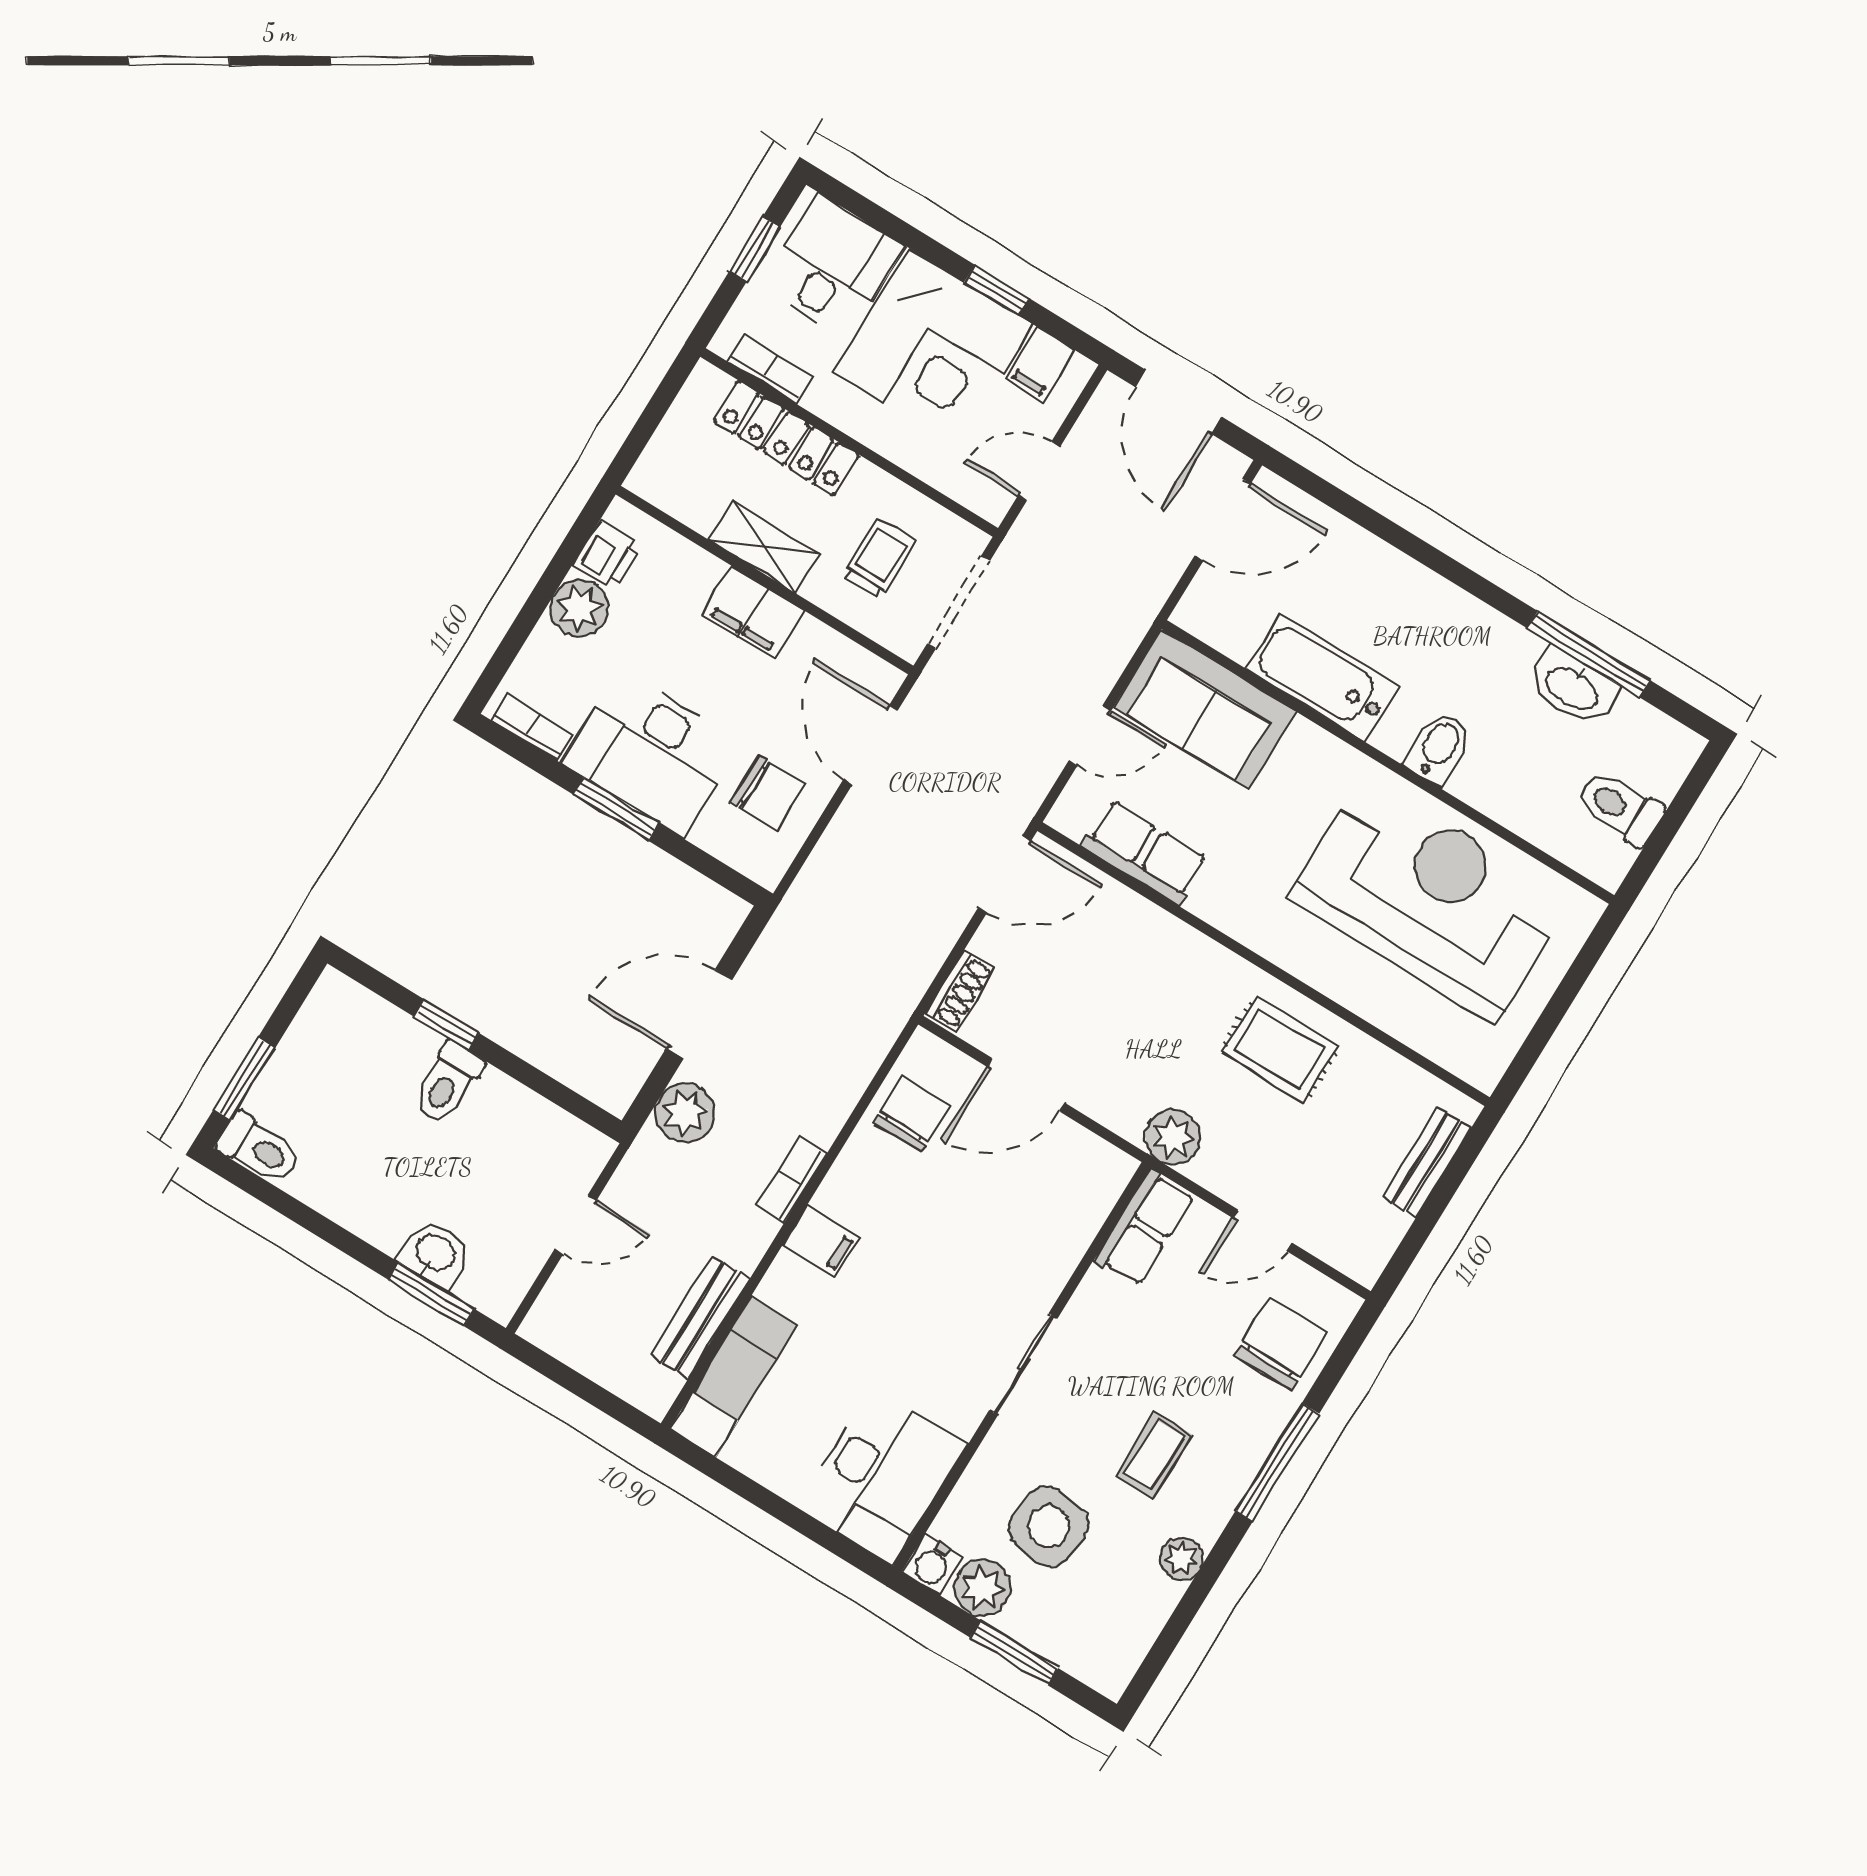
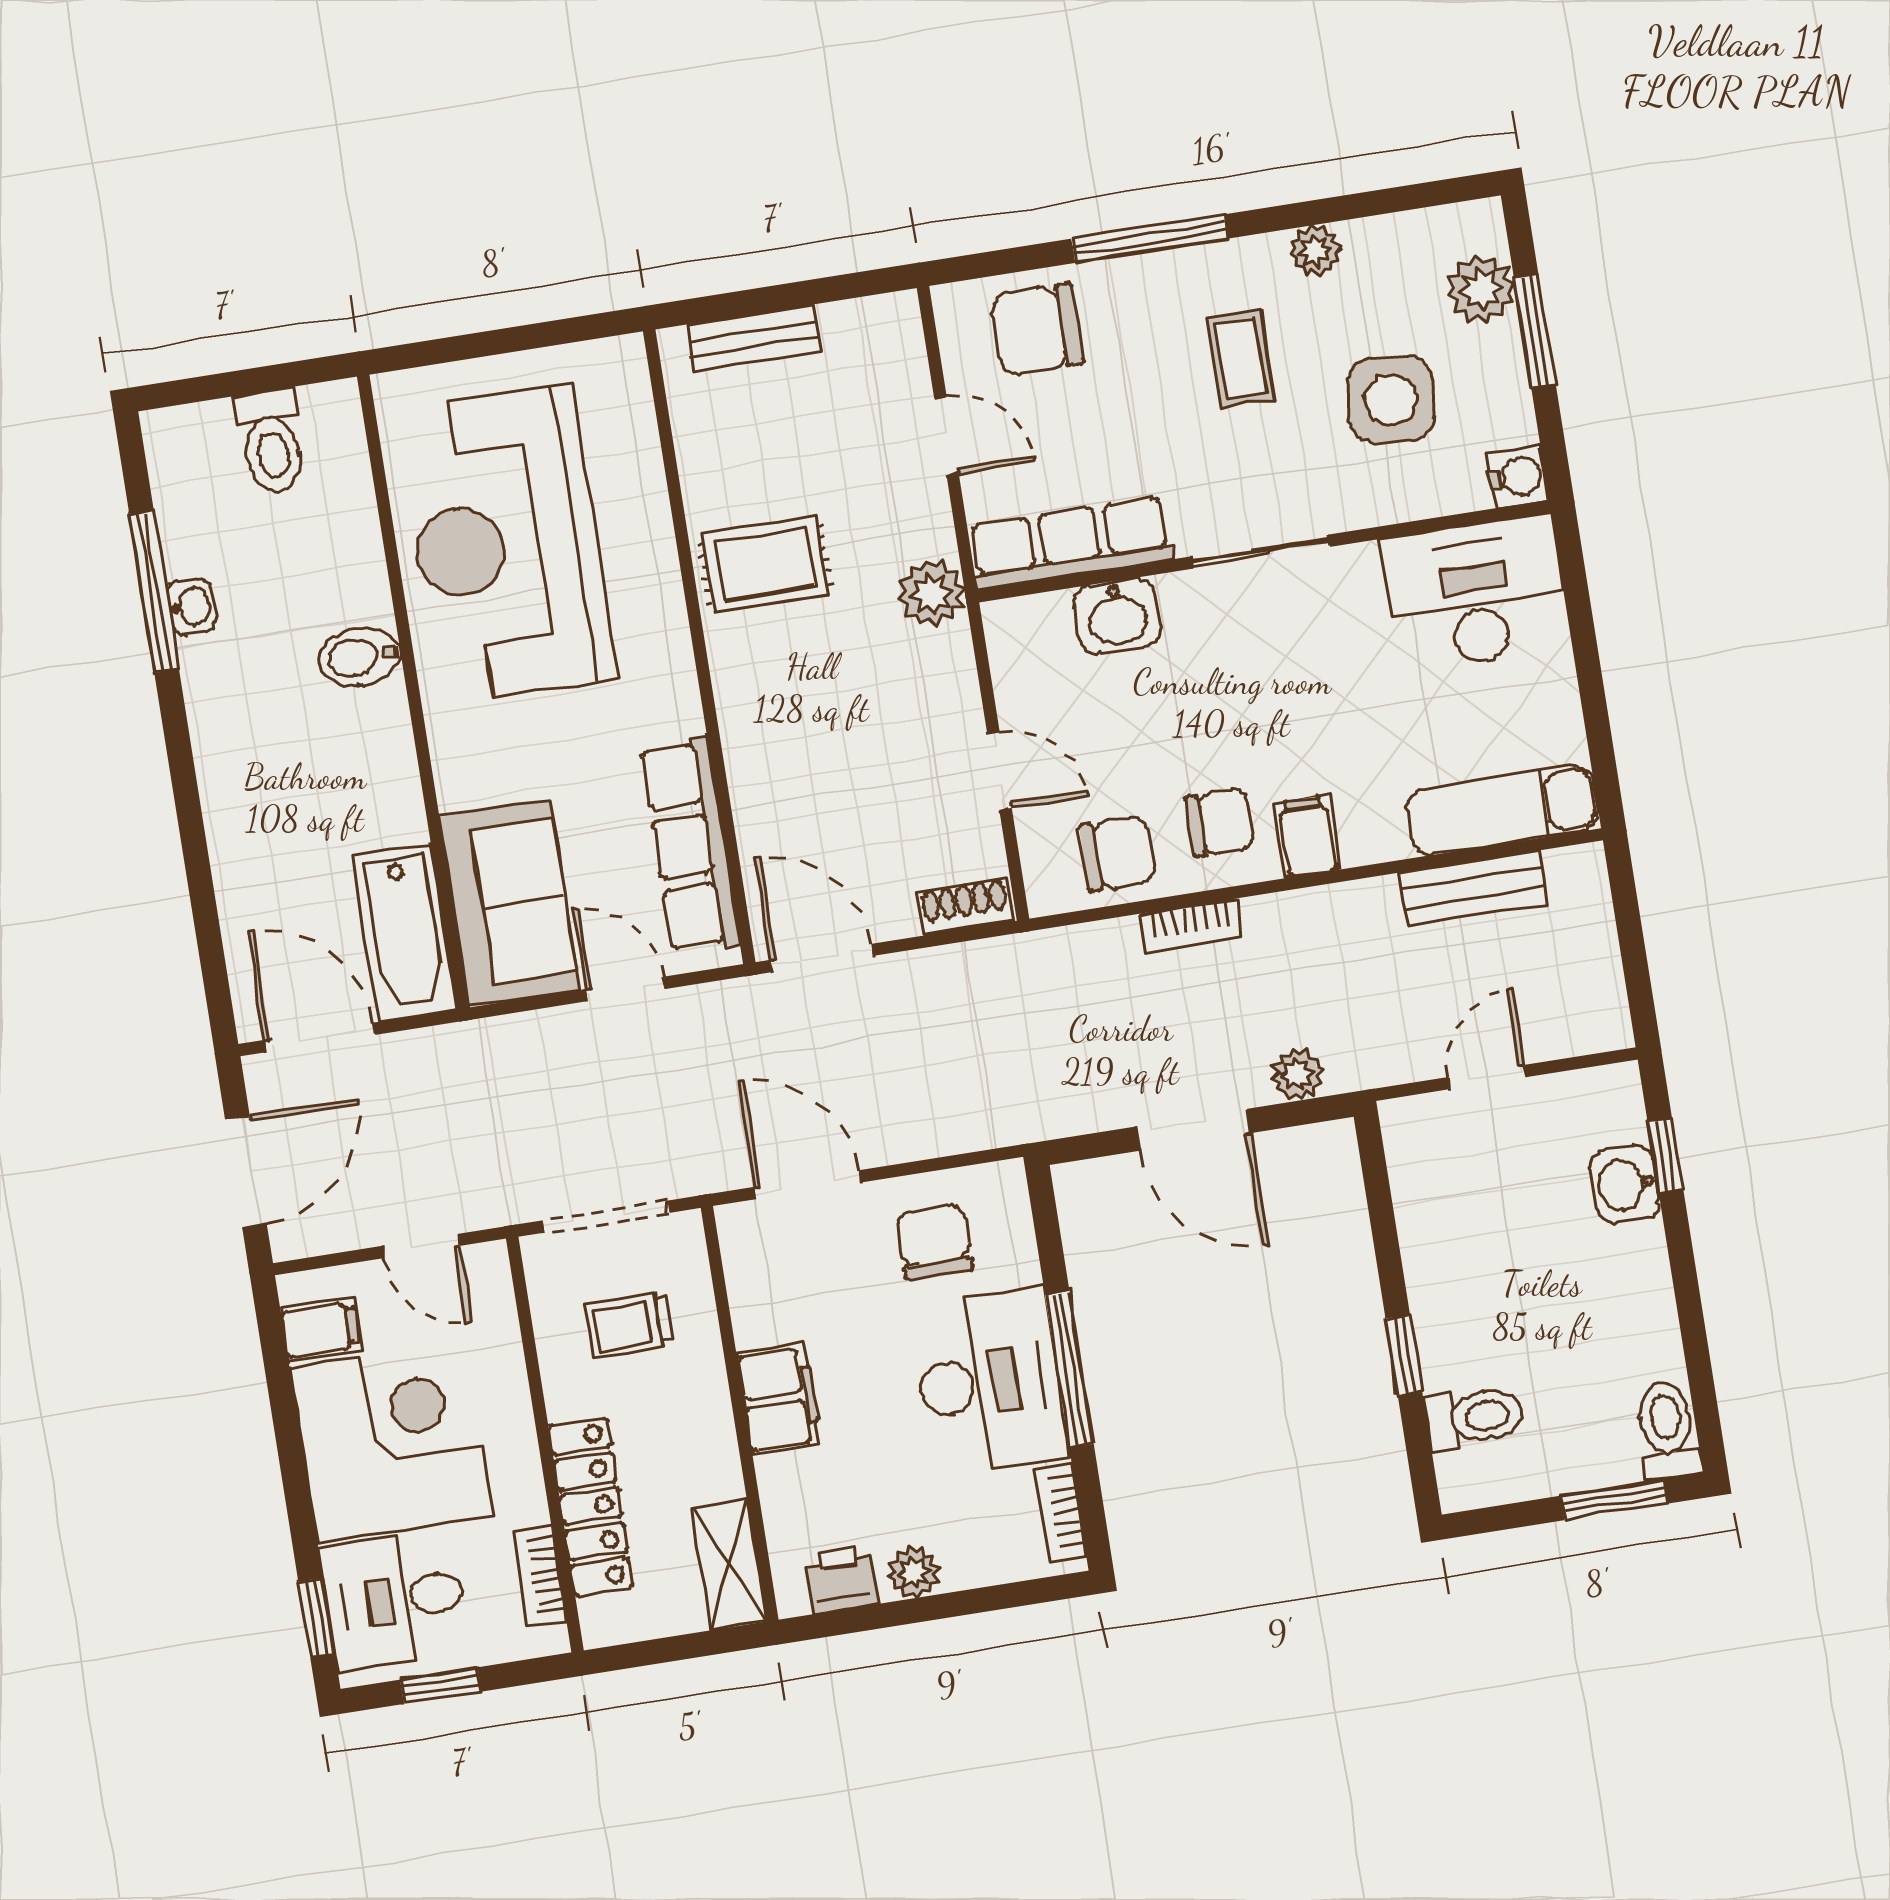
window: (997, 290) -> (317, 1618), moved
shelving: (764, 547) -> (729, 1565), moved
plant: (579, 608) -> (914, 1572), width x0.73, depth x0.73
bathtub: (1322, 677) -> (405, 932), moved
washbasin: (1573, 687) -> (191, 607), width x0.52, depth x0.69
door: (871, 745) -> (808, 1185), swing flipped
window: (616, 809) -> (1069, 1370), width x1.44
row of seats: (1145, 853) -> (690, 845), width x1.48
rug: (1280, 1049) -> (765, 564), turned 90
toilet: (447, 1083) -> (1475, 1418), moved
door: (1026, 1085) -> (1000, 771), width x0.73
plant: (685, 1113) -> (1297, 1074), width x0.73, depth x0.73
chair: (912, 1114) -> (1117, 853), turned 180
bookcase: (792, 1180) -> (1191, 926), moved
chair: (876, 1195) -> (1220, 822), added
door: (575, 1225) -> (1487, 1077), hinge flipped
row of seats: (1144, 1228) -> (1070, 543), width x1.48
washbasin: (1060, 1241) -> (1117, 616), added
window: (431, 1294) -> (1665, 1155), width x0.67
coffee table: (1154, 1455) -> (1241, 358), turned 90
plant: (982, 1588) -> (1481, 289), moved

